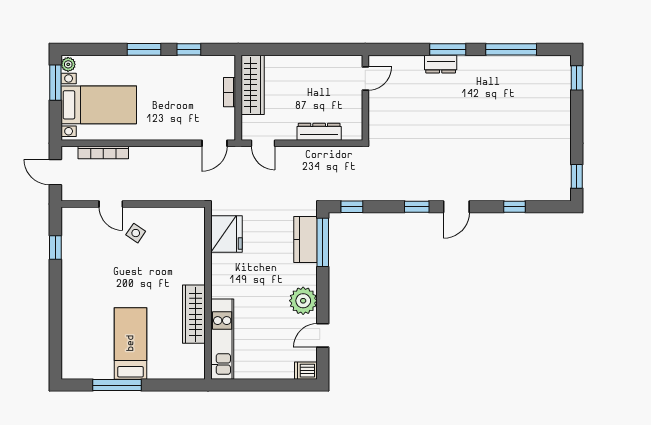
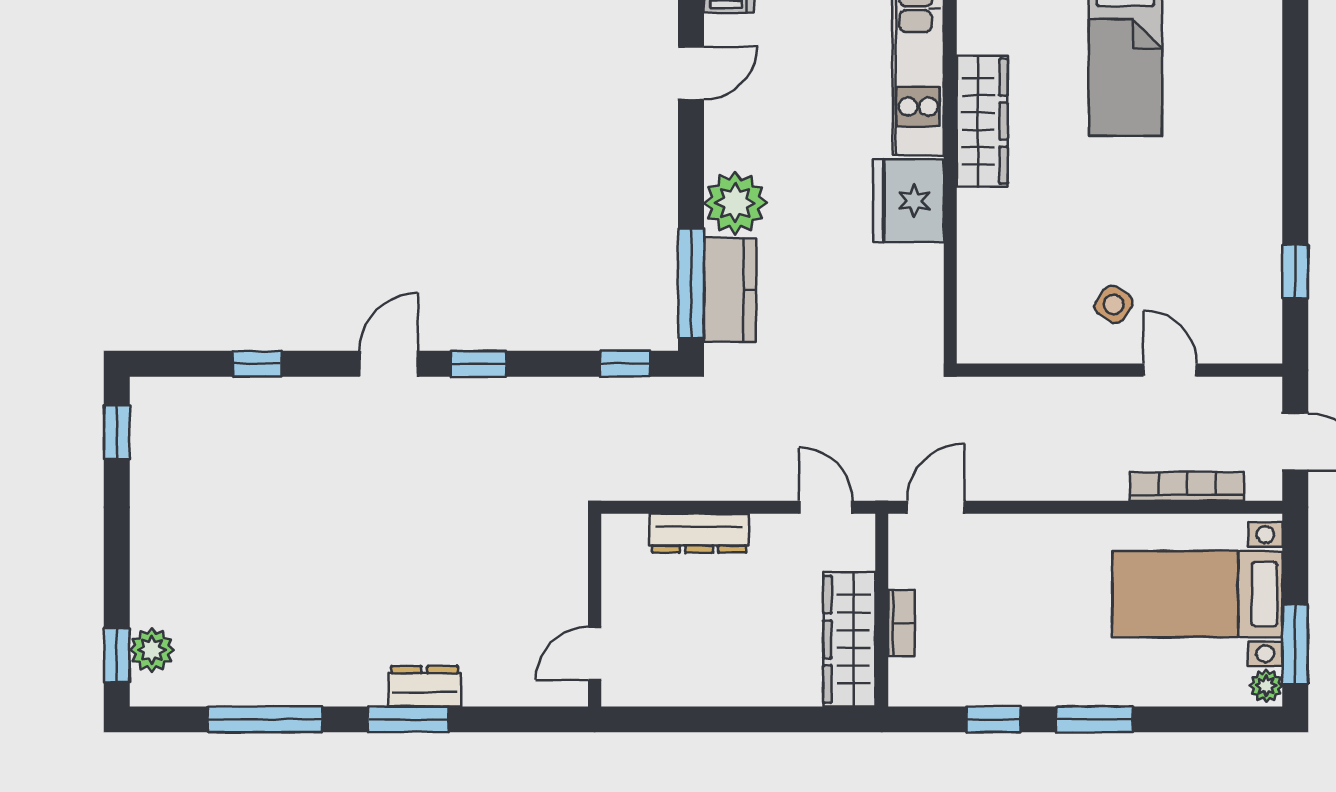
plant: (561, 80) -> (152, 650), added
fridge: (226, 234) -> (909, 201), moved
plant: (303, 301) -> (735, 203), moved

